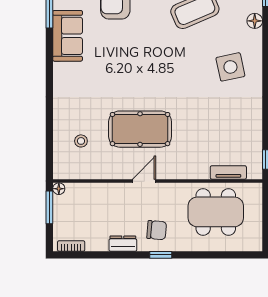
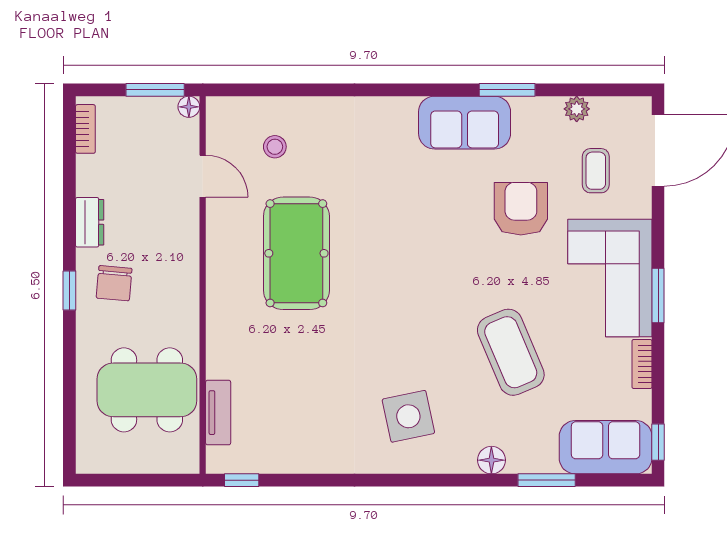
door: (144, 181) -> (203, 176), moved
dining table: (216, 212) -> (147, 390), turned 90

